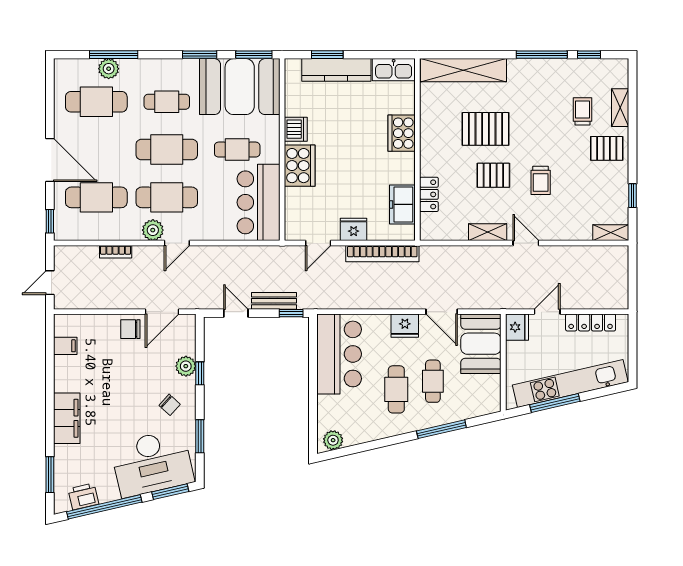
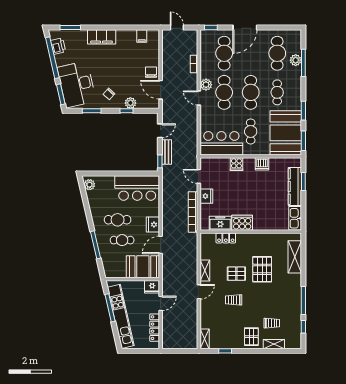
shelving: (463, 70) -> (295, 257), width x0.68
cooker: (402, 133) -> (242, 223), moved
cooker: (300, 166) -> (236, 164), width x0.53, depth x0.76
pallet: (493, 175) -> (236, 274), turned 90
door: (547, 312) -> (161, 303), hinge flipped

